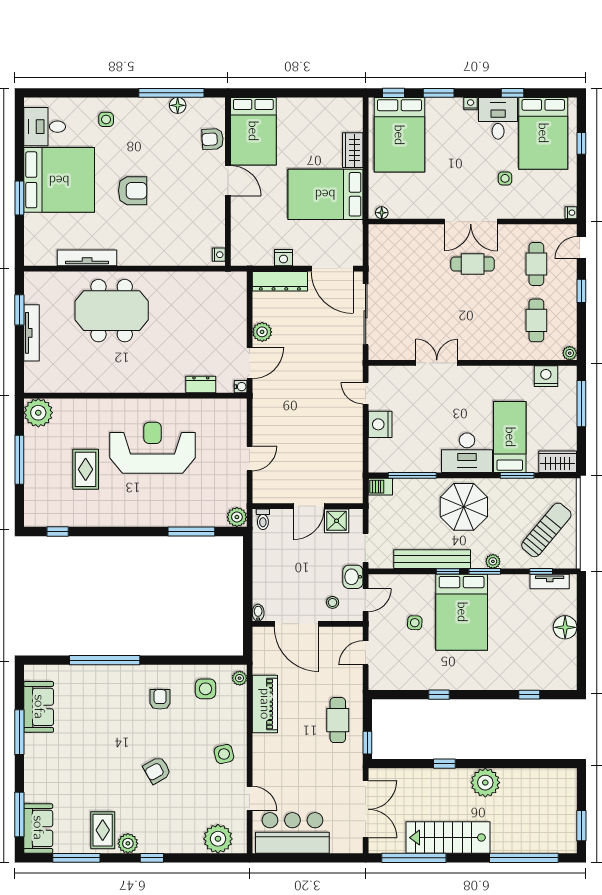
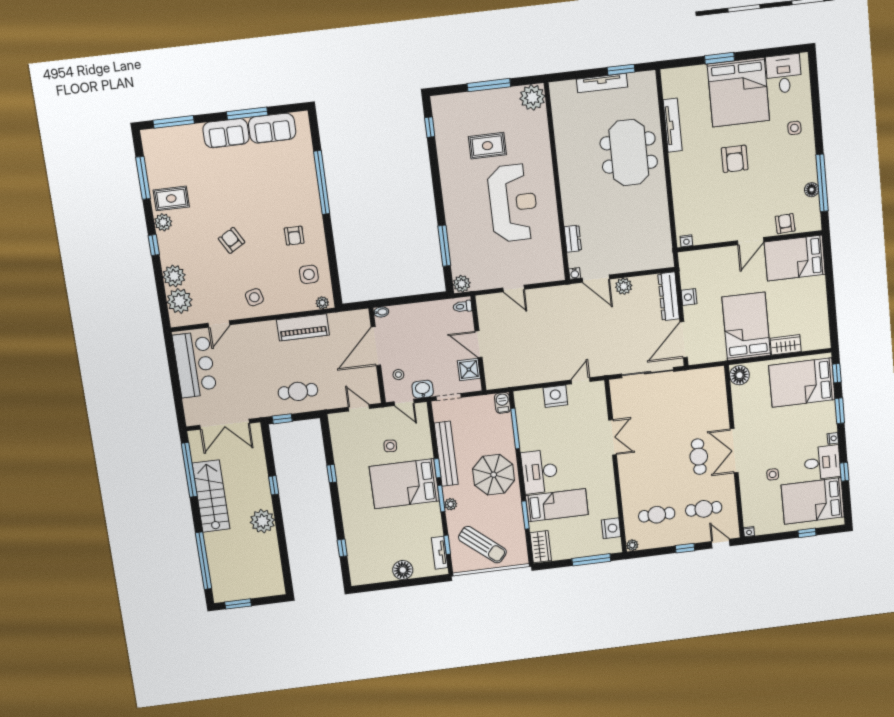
floor lamp: (382, 213) -> (739, 375), width x1.89, depth x1.89
armchair: (160, 699) -> (294, 236), turned 90
sofa: (38, 828) -> (226, 133), moved
plant: (189, 841) -> (174, 276), added

